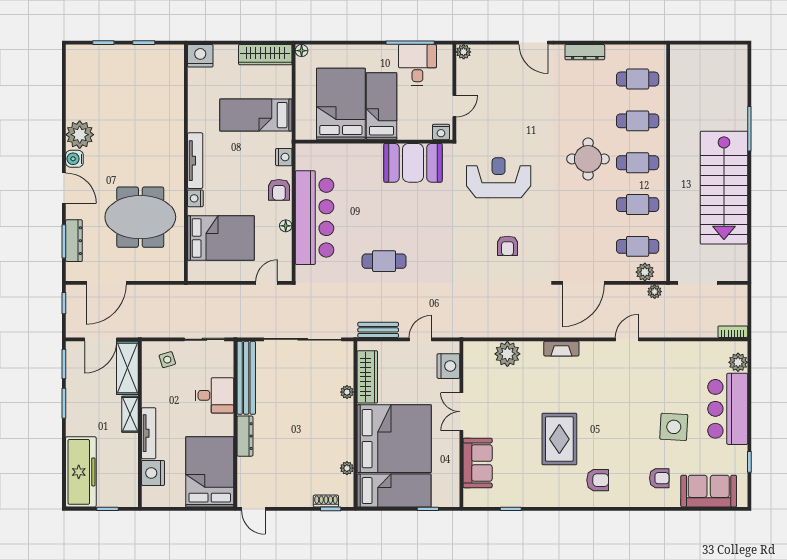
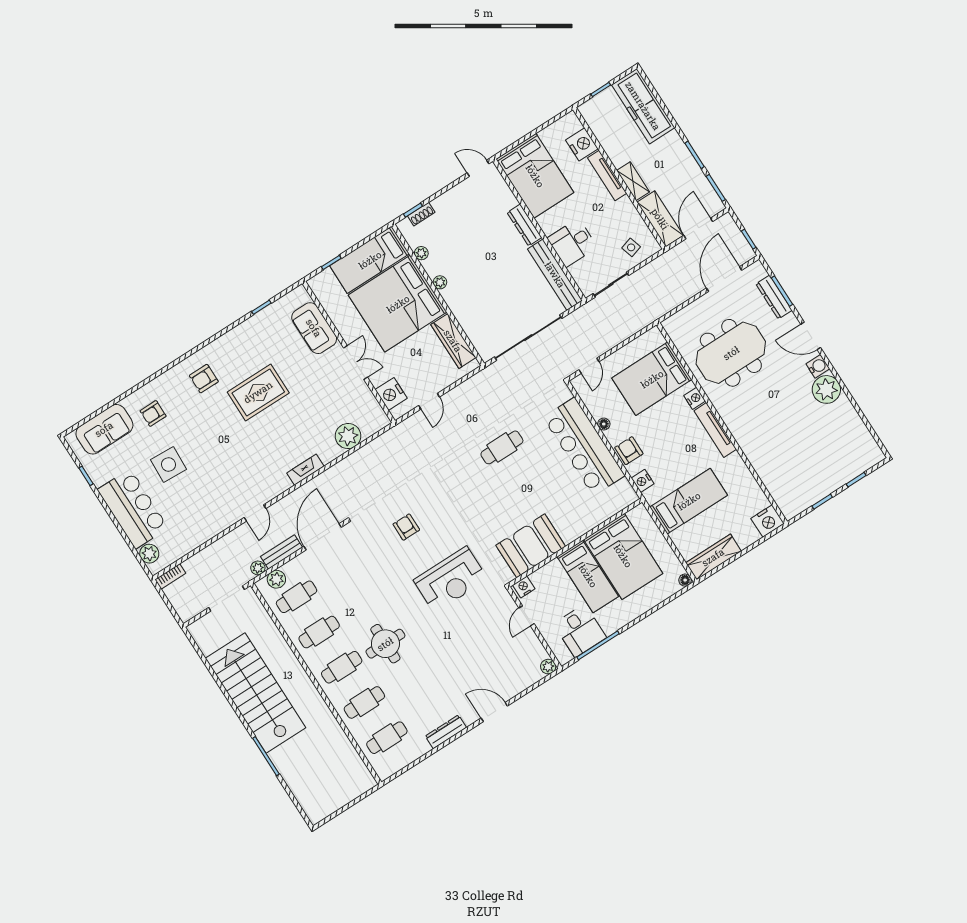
bench: (378, 330) -> (281, 552), moved
plant: (347, 392) -> (440, 282), moved
rug: (559, 439) -> (258, 392), turned 90

